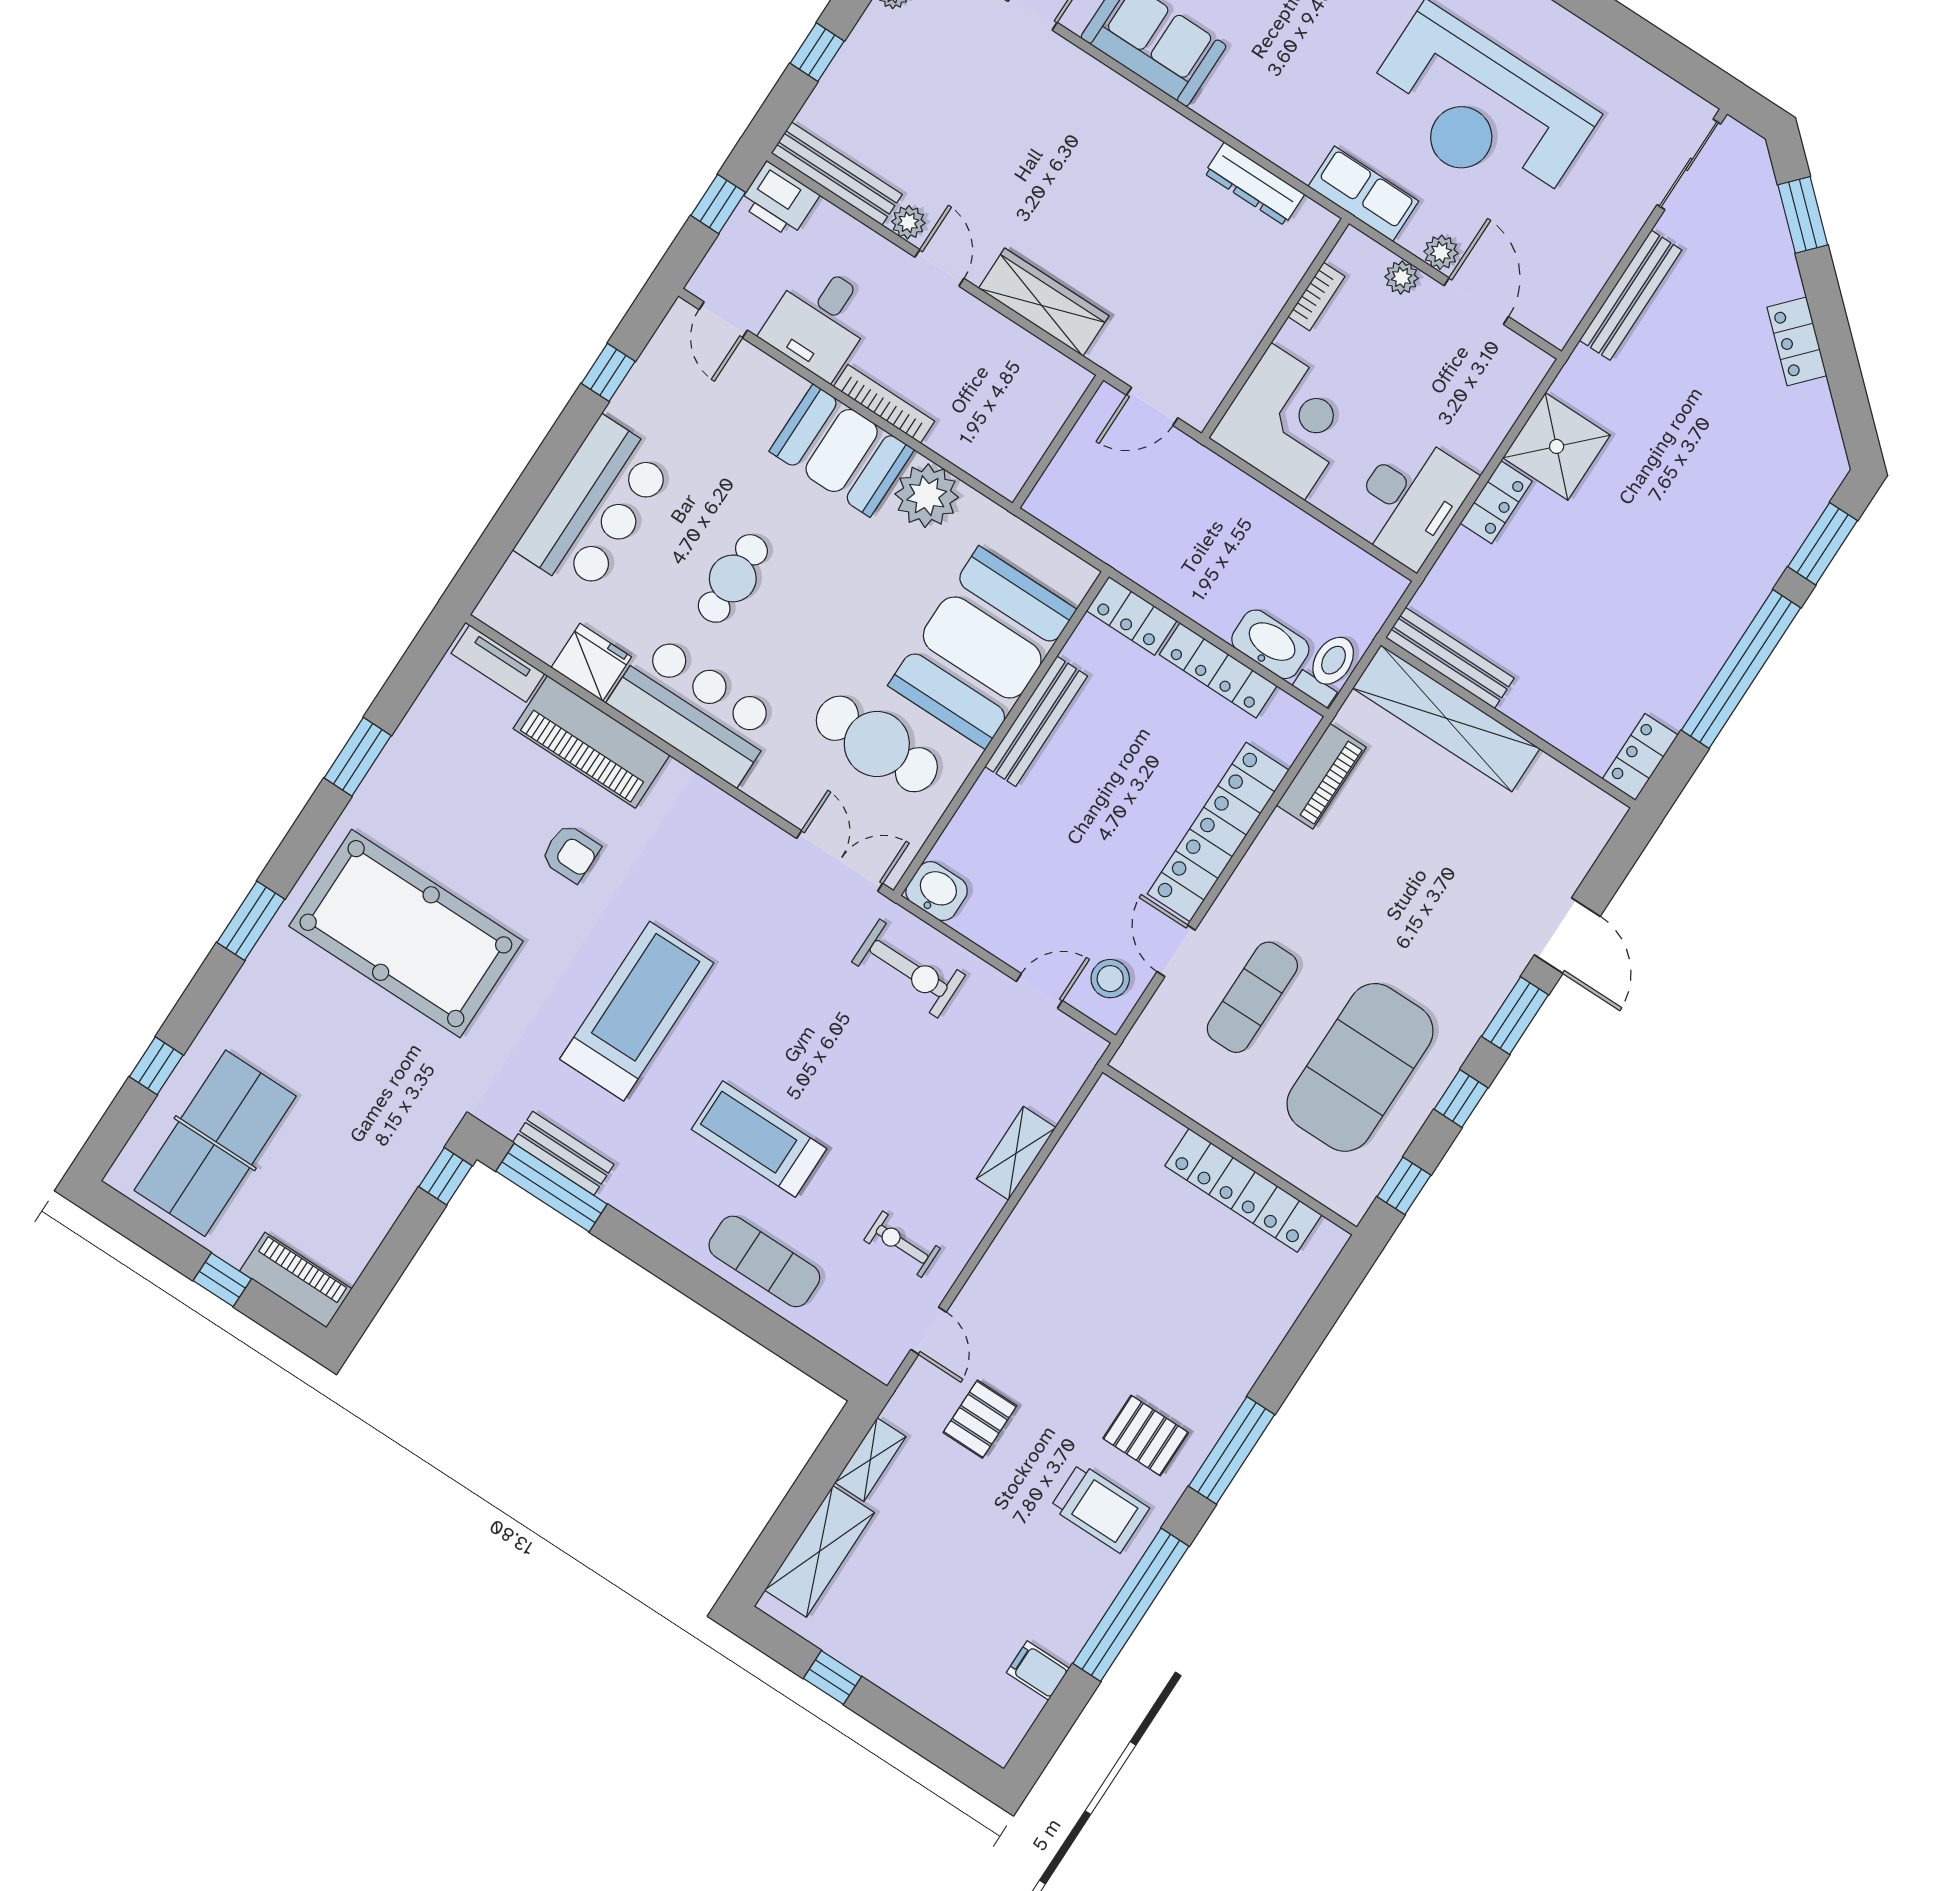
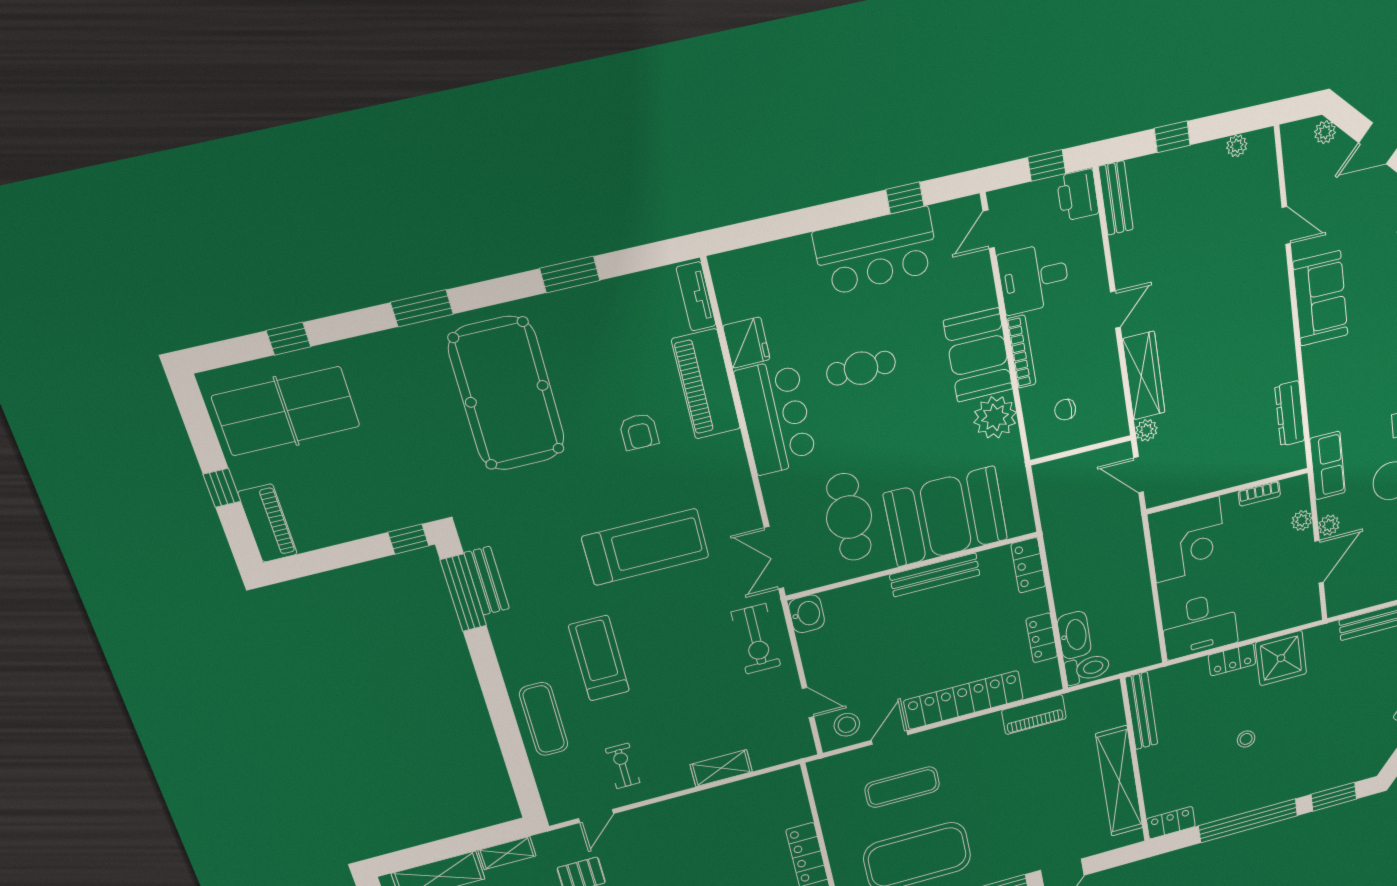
bench: (837, 174) -> (1116, 198), width x0.73
plant: (908, 222) -> (1146, 430), moved
chair: (995, 417) -> (1065, 410), added
bar counter: (595, 506) -> (876, 251), moved
stool: (1622, 576) -> (1246, 739), added
locker: (1218, 670) -> (1042, 638), width x0.66
shelving: (1446, 718) -> (1119, 781), moved
double door: (840, 861) -> (774, 558), swing flipped
treadmill: (637, 1011) -> (646, 547), moved

